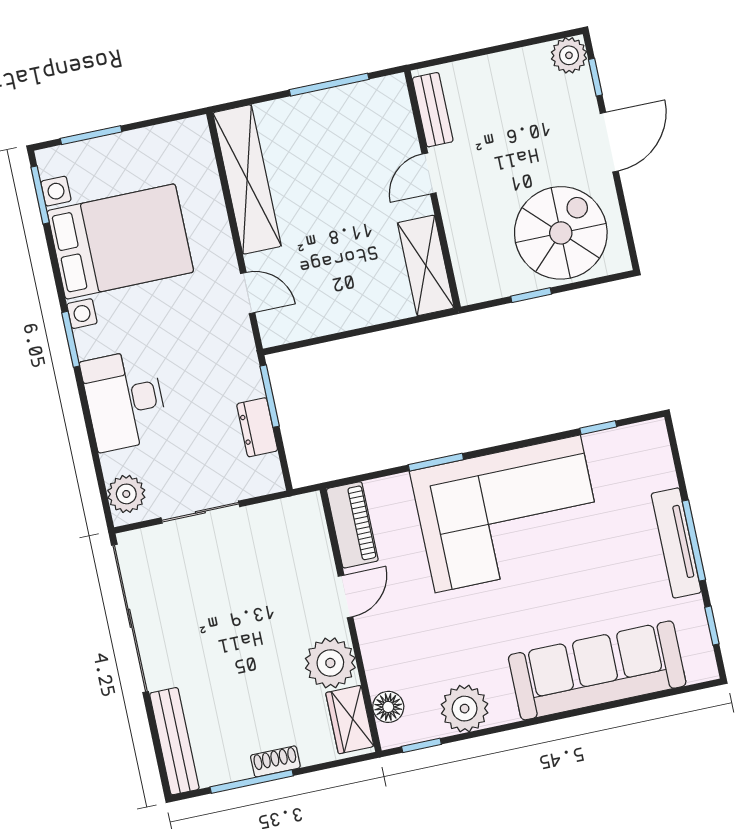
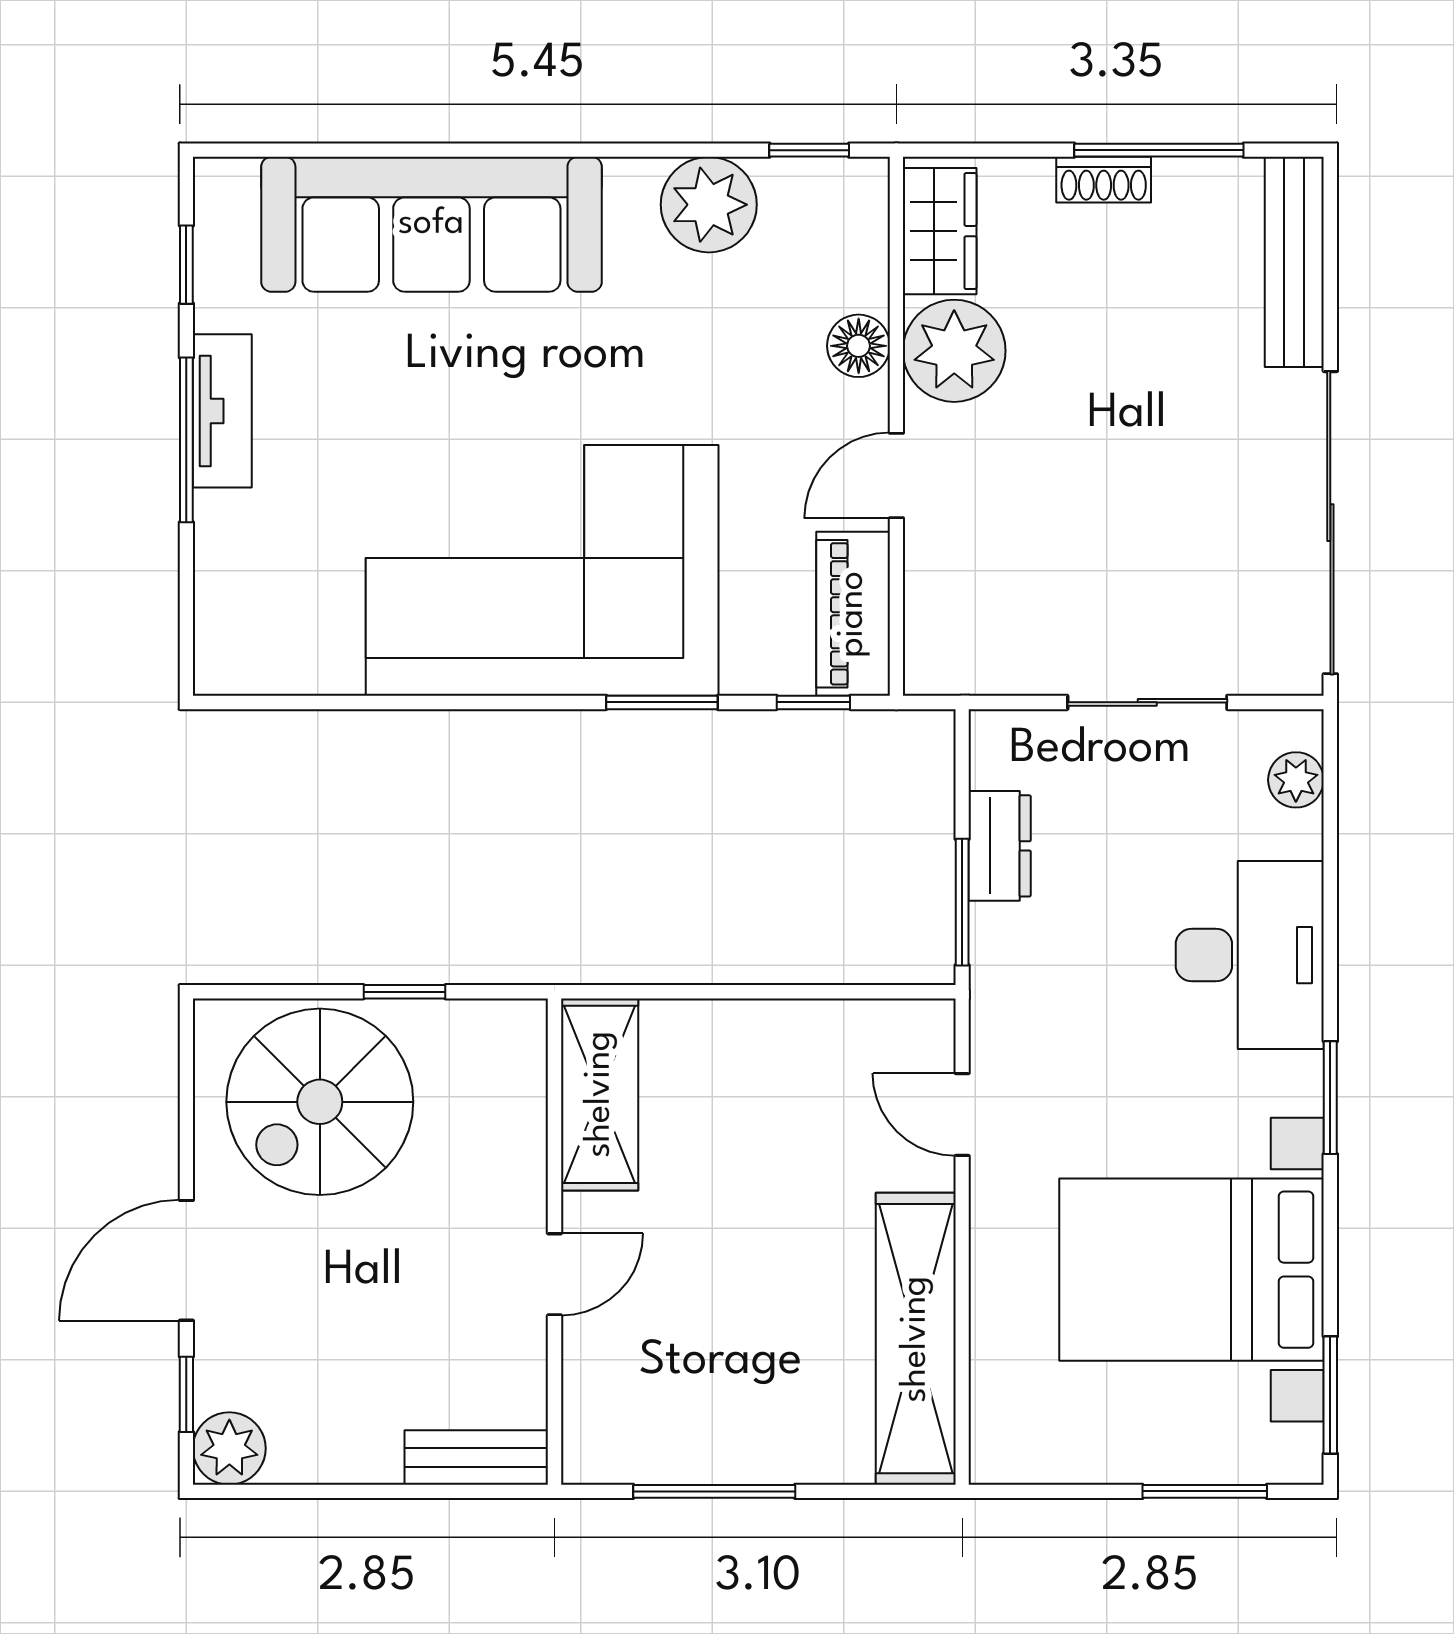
bench: (433, 110) -> (476, 1457), moved, turned 90
window: (598, 428) -> (813, 702), moved
plant: (126, 494) -> (1296, 780), width x0.73, depth x0.73
tv unit: (676, 543) -> (222, 411), width x0.71
floor lamp: (388, 707) -> (859, 346), moved

